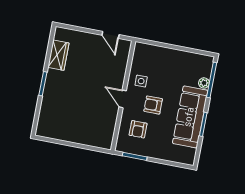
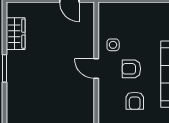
armchair: (138, 129) -> (135, 101), moved

